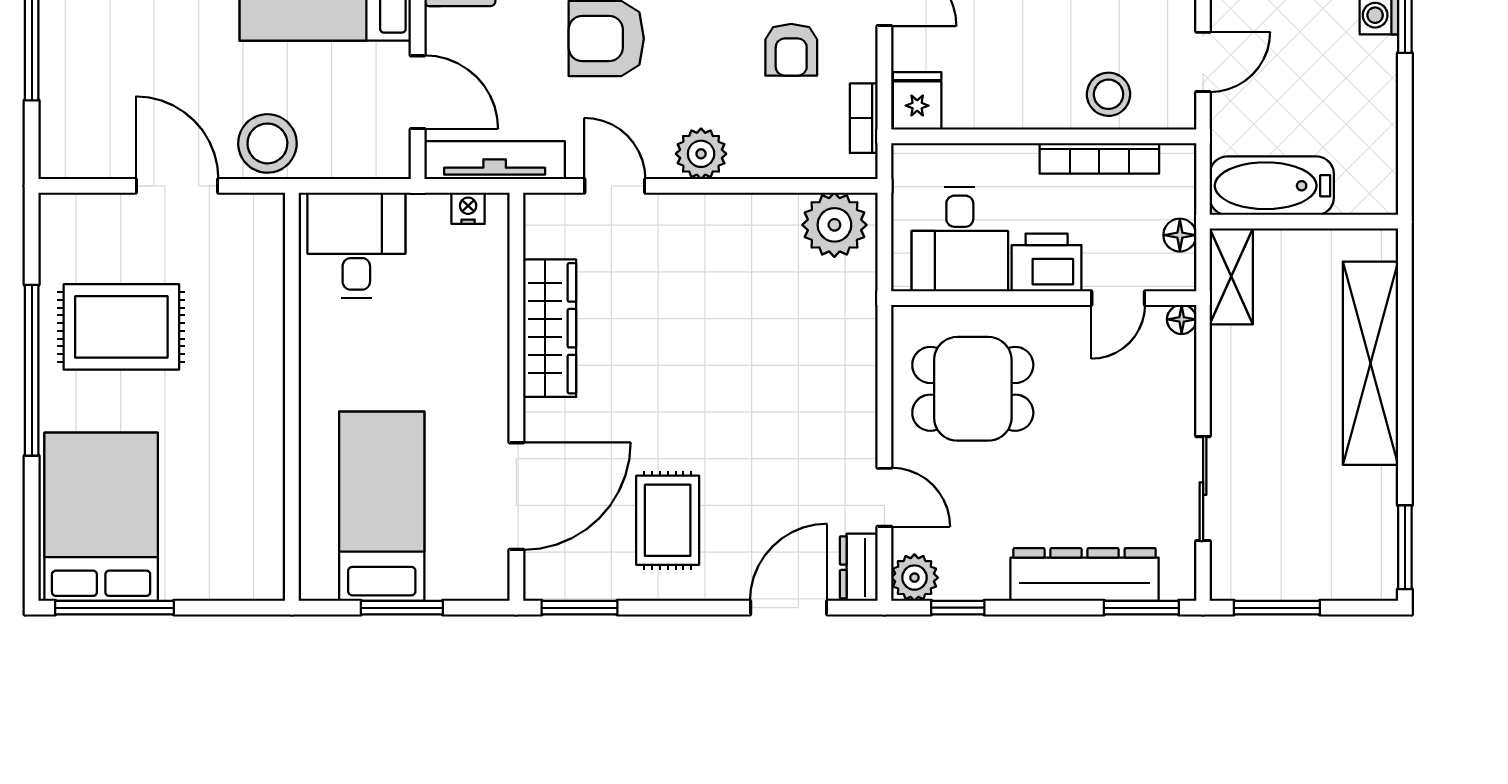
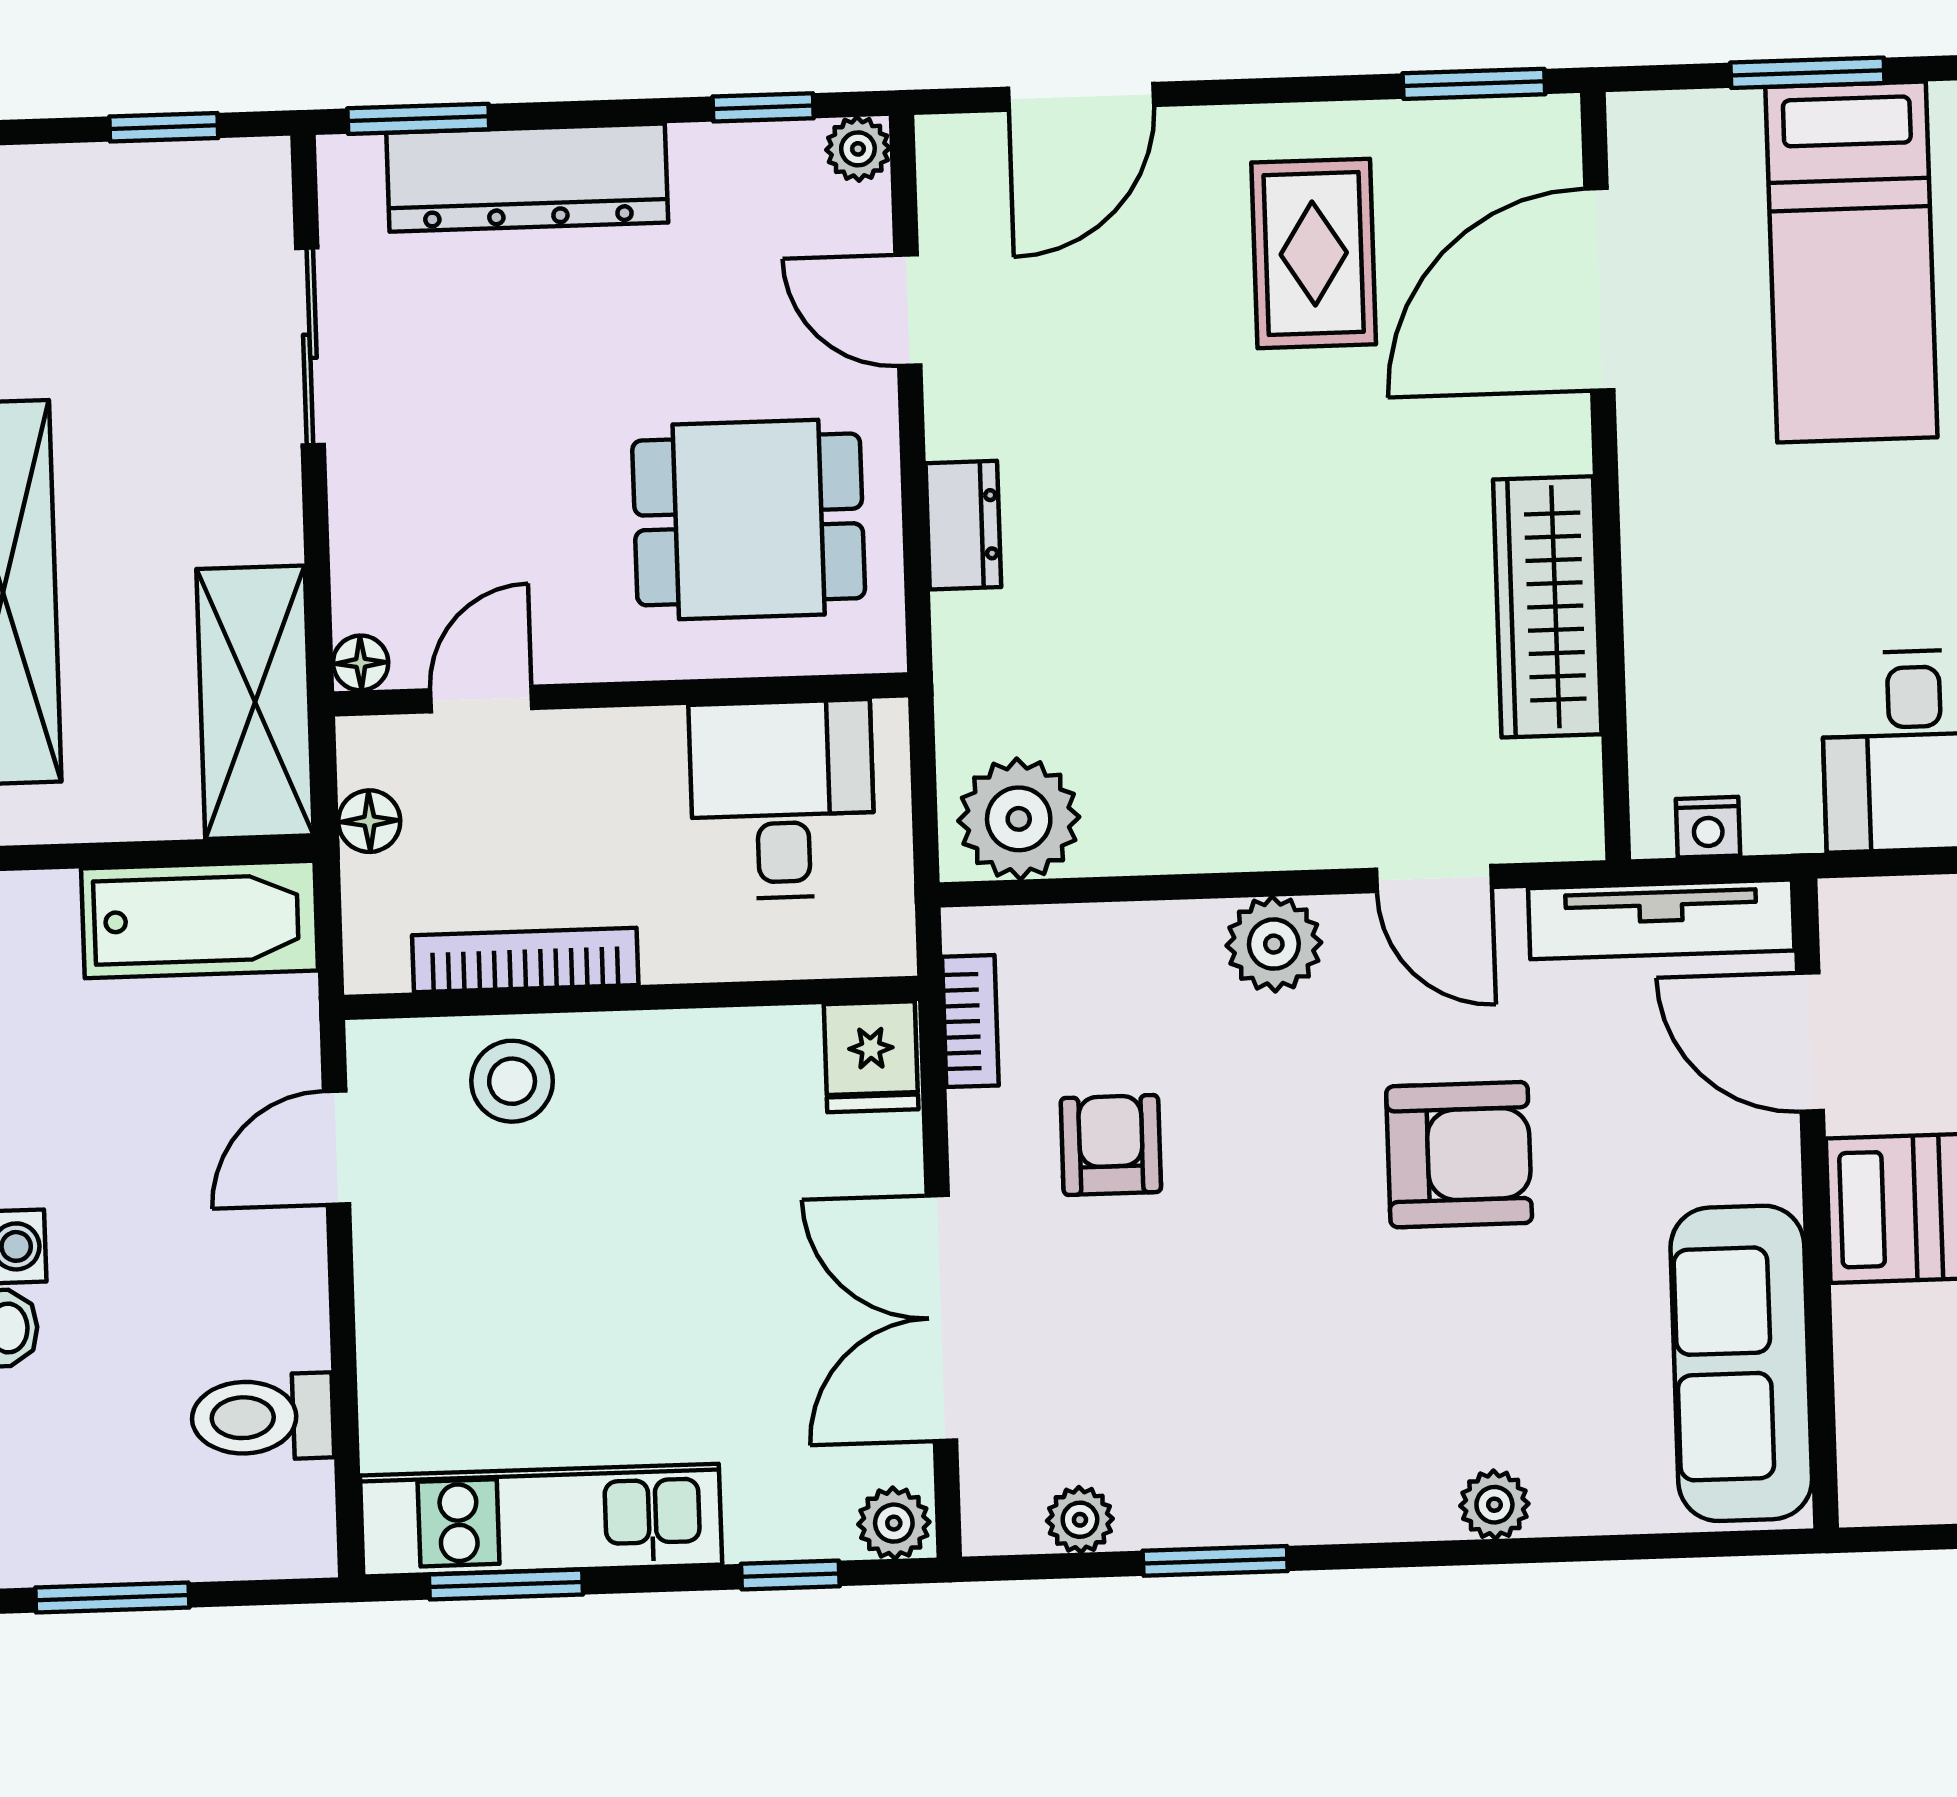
printer: (1047, 262) -> (618, 761), removed
shelving: (1231, 276) -> (255, 702), width x1.50, depth x1.33
dresser: (859, 567) -> (963, 525), moved
plant: (914, 578) -> (858, 149), width x0.73, depth x0.73
window: (1277, 608) -> (164, 127), width x0.67

